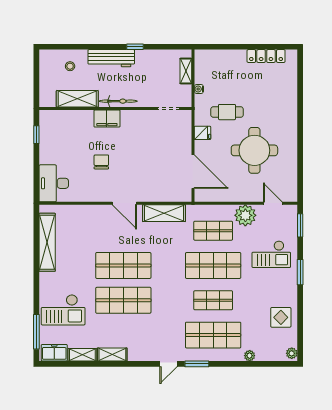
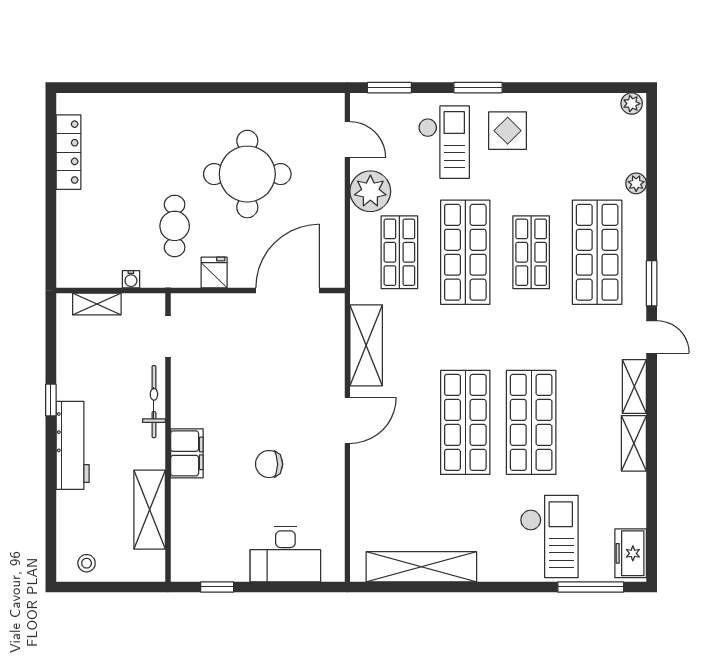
stool: (70, 66) -> (87, 563), moved
bicycle: (118, 101) -> (154, 402), moved
desk: (54, 183) -> (285, 554), moved
door: (273, 203) -> (347, 140), swing flipped
display table: (281, 317) -> (508, 131), moved
shelving: (82, 355) -> (634, 387), moved

